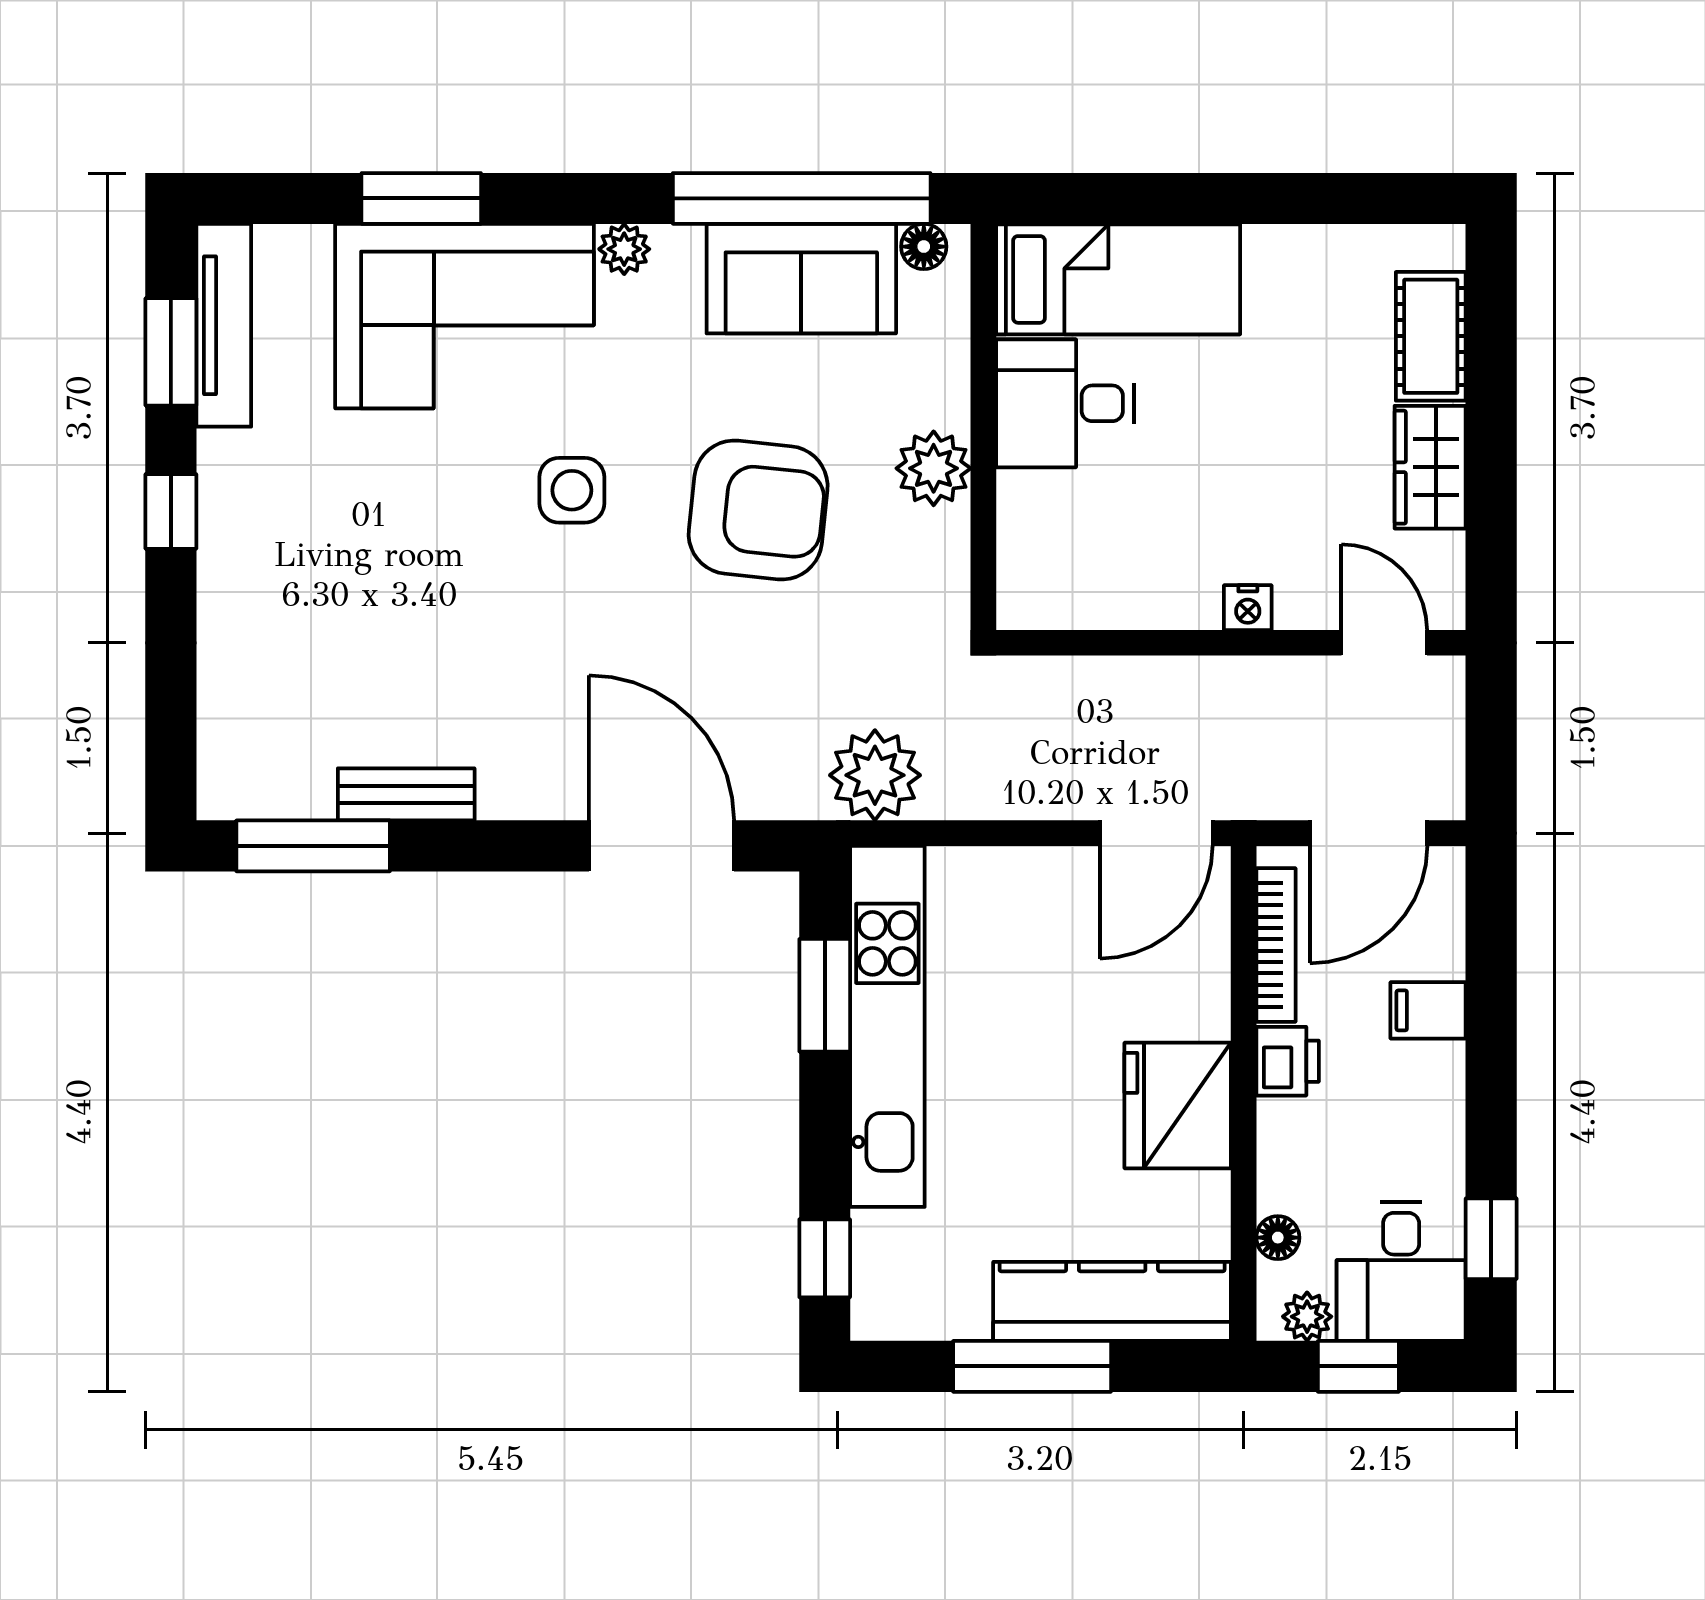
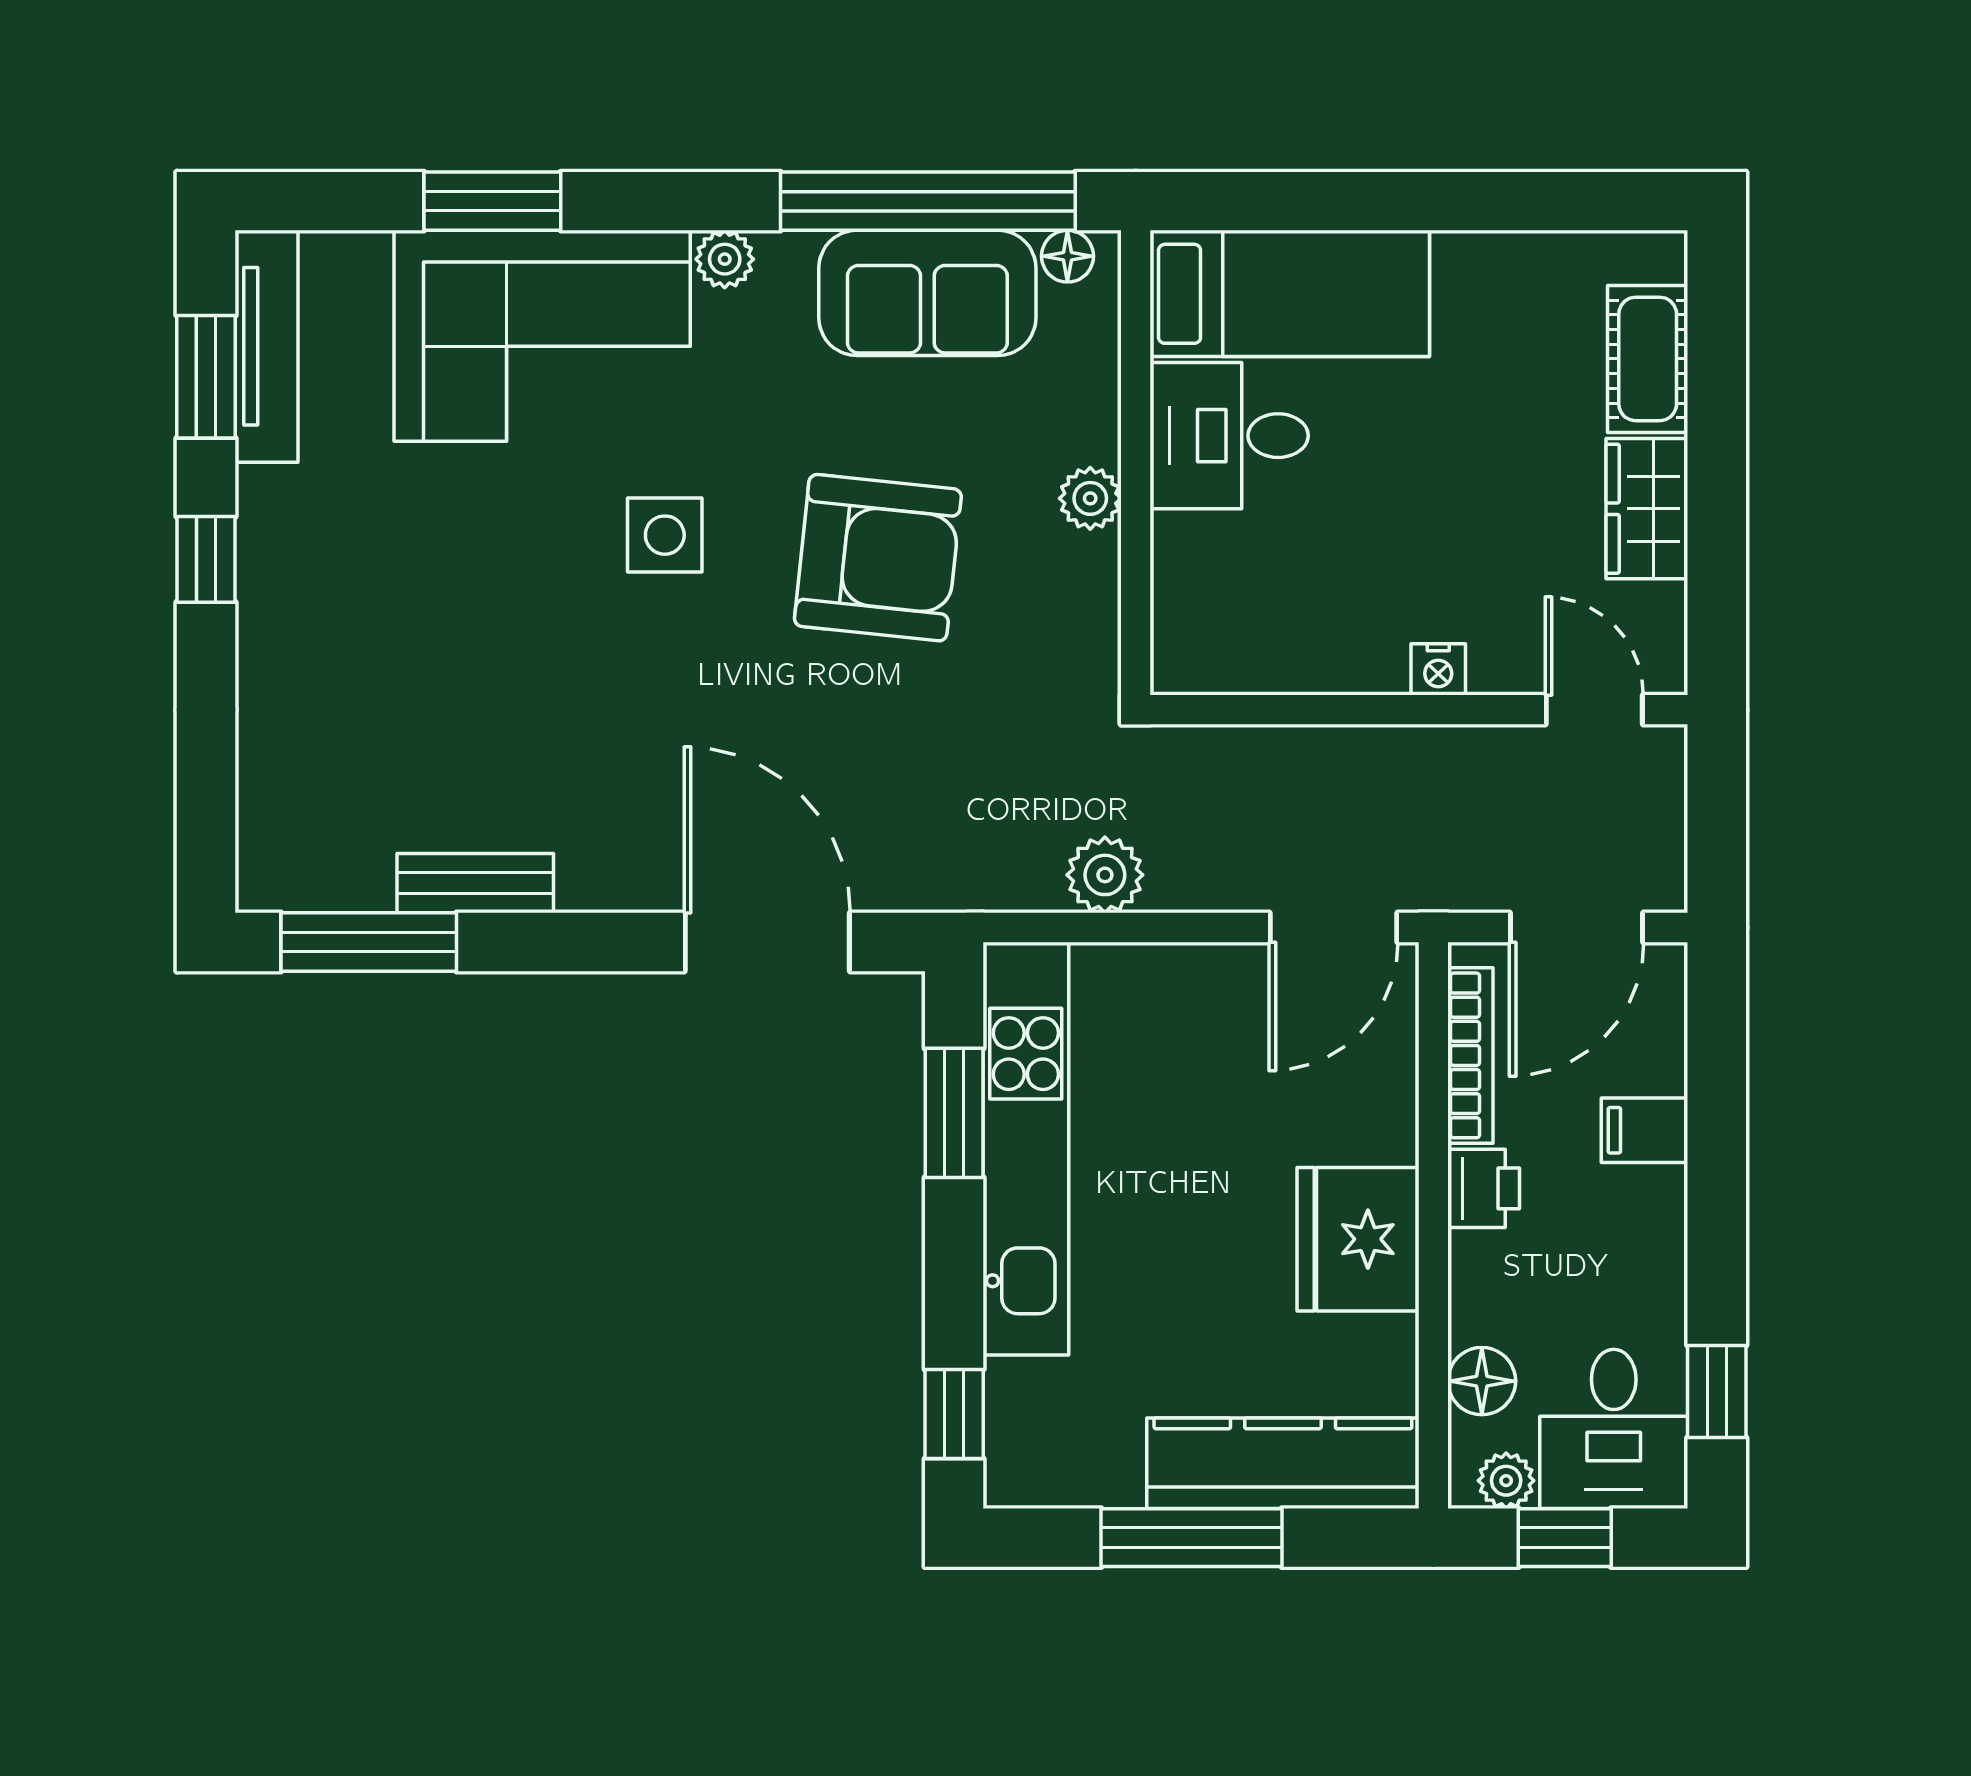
plant: (934, 468) -> (1090, 498), width x0.73, depth x0.73
plant: (875, 775) -> (1105, 875), moved, width x0.73, depth x0.73
floor lamp: (1278, 1238) -> (1482, 1381), width x1.37, depth x1.37

